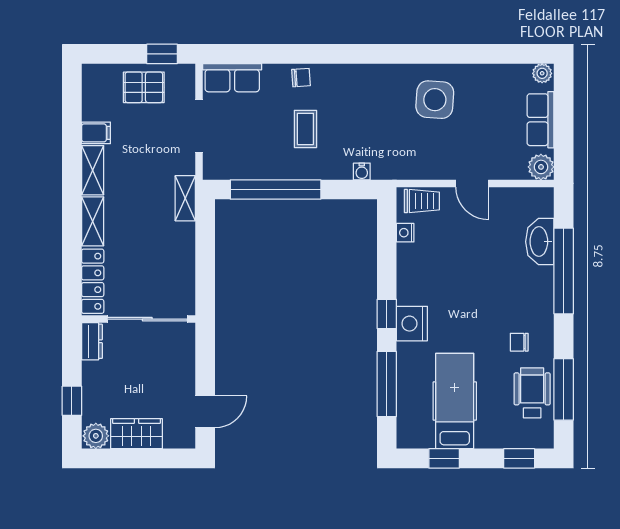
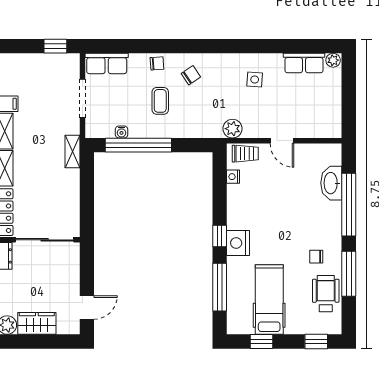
pallet: (144, 87) -> (42, 71), removed
chair: (347, 94) -> (191, 75), added
side table: (435, 100) -> (255, 80), width x0.54, depth x0.54
row of seats: (540, 120) -> (304, 63), moved, turned -90
plant: (541, 167) -> (232, 129), moved
water cooler: (362, 171) -> (122, 132), moved
window: (564, 389) -> (349, 274), moved

